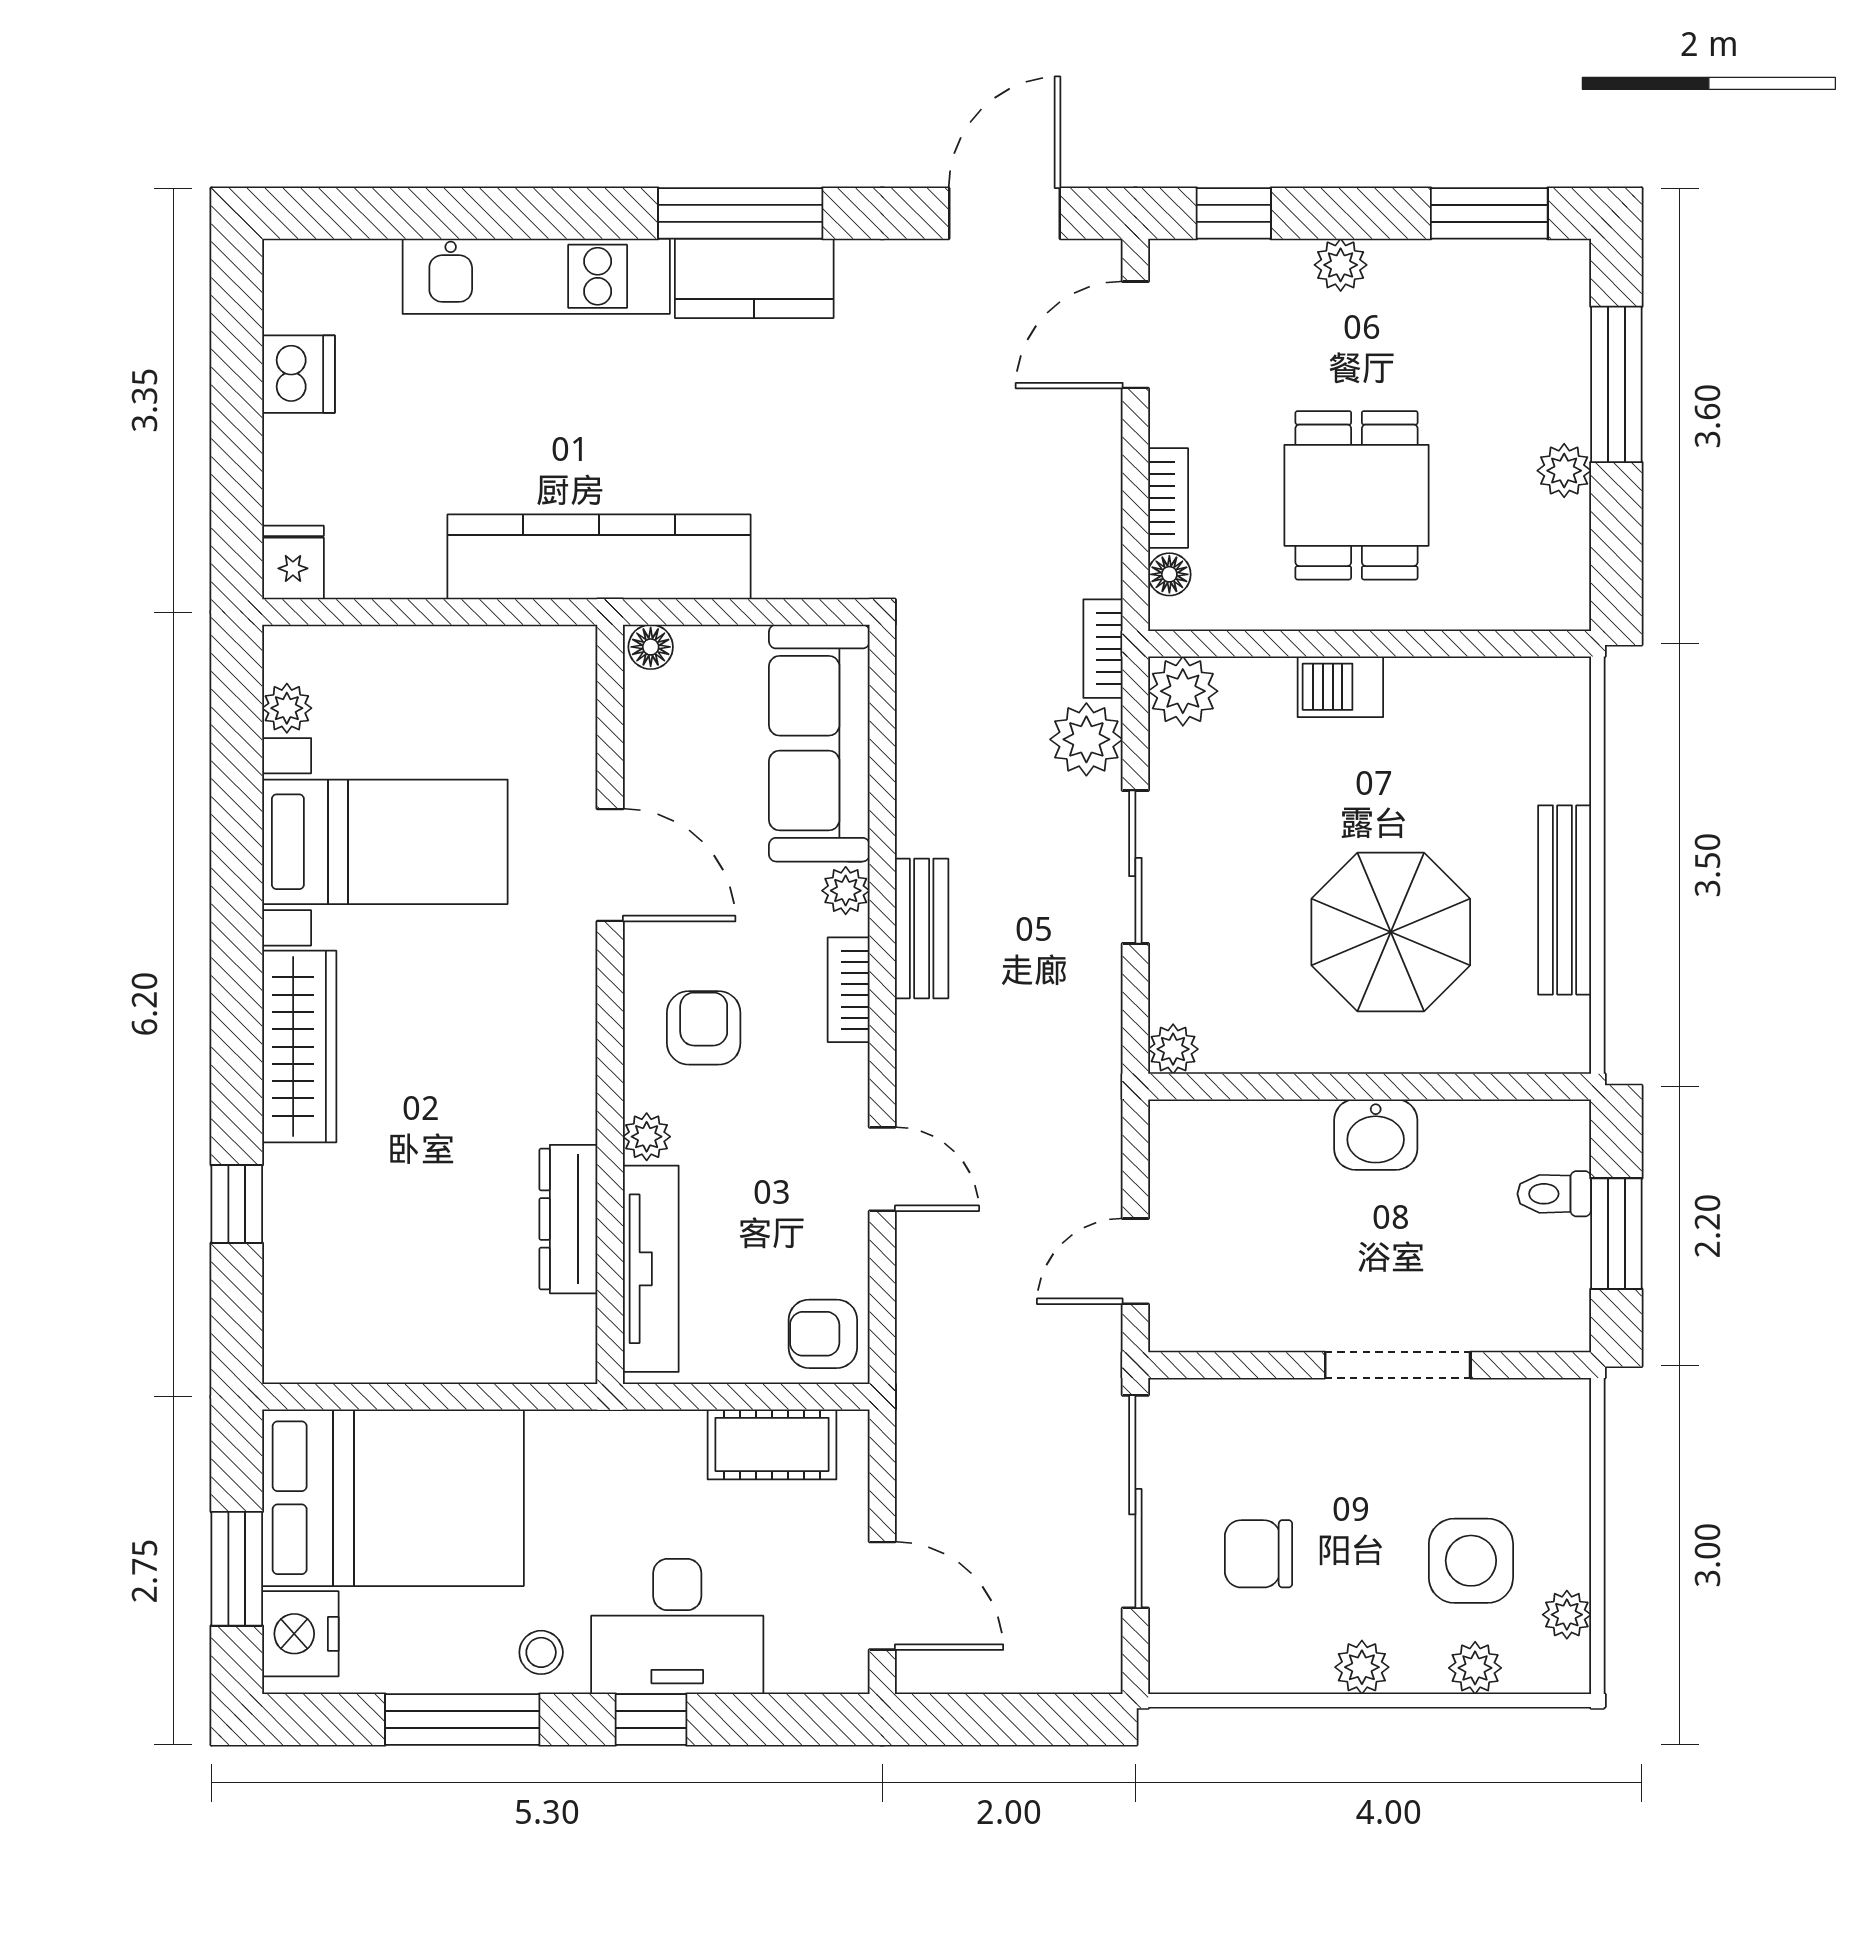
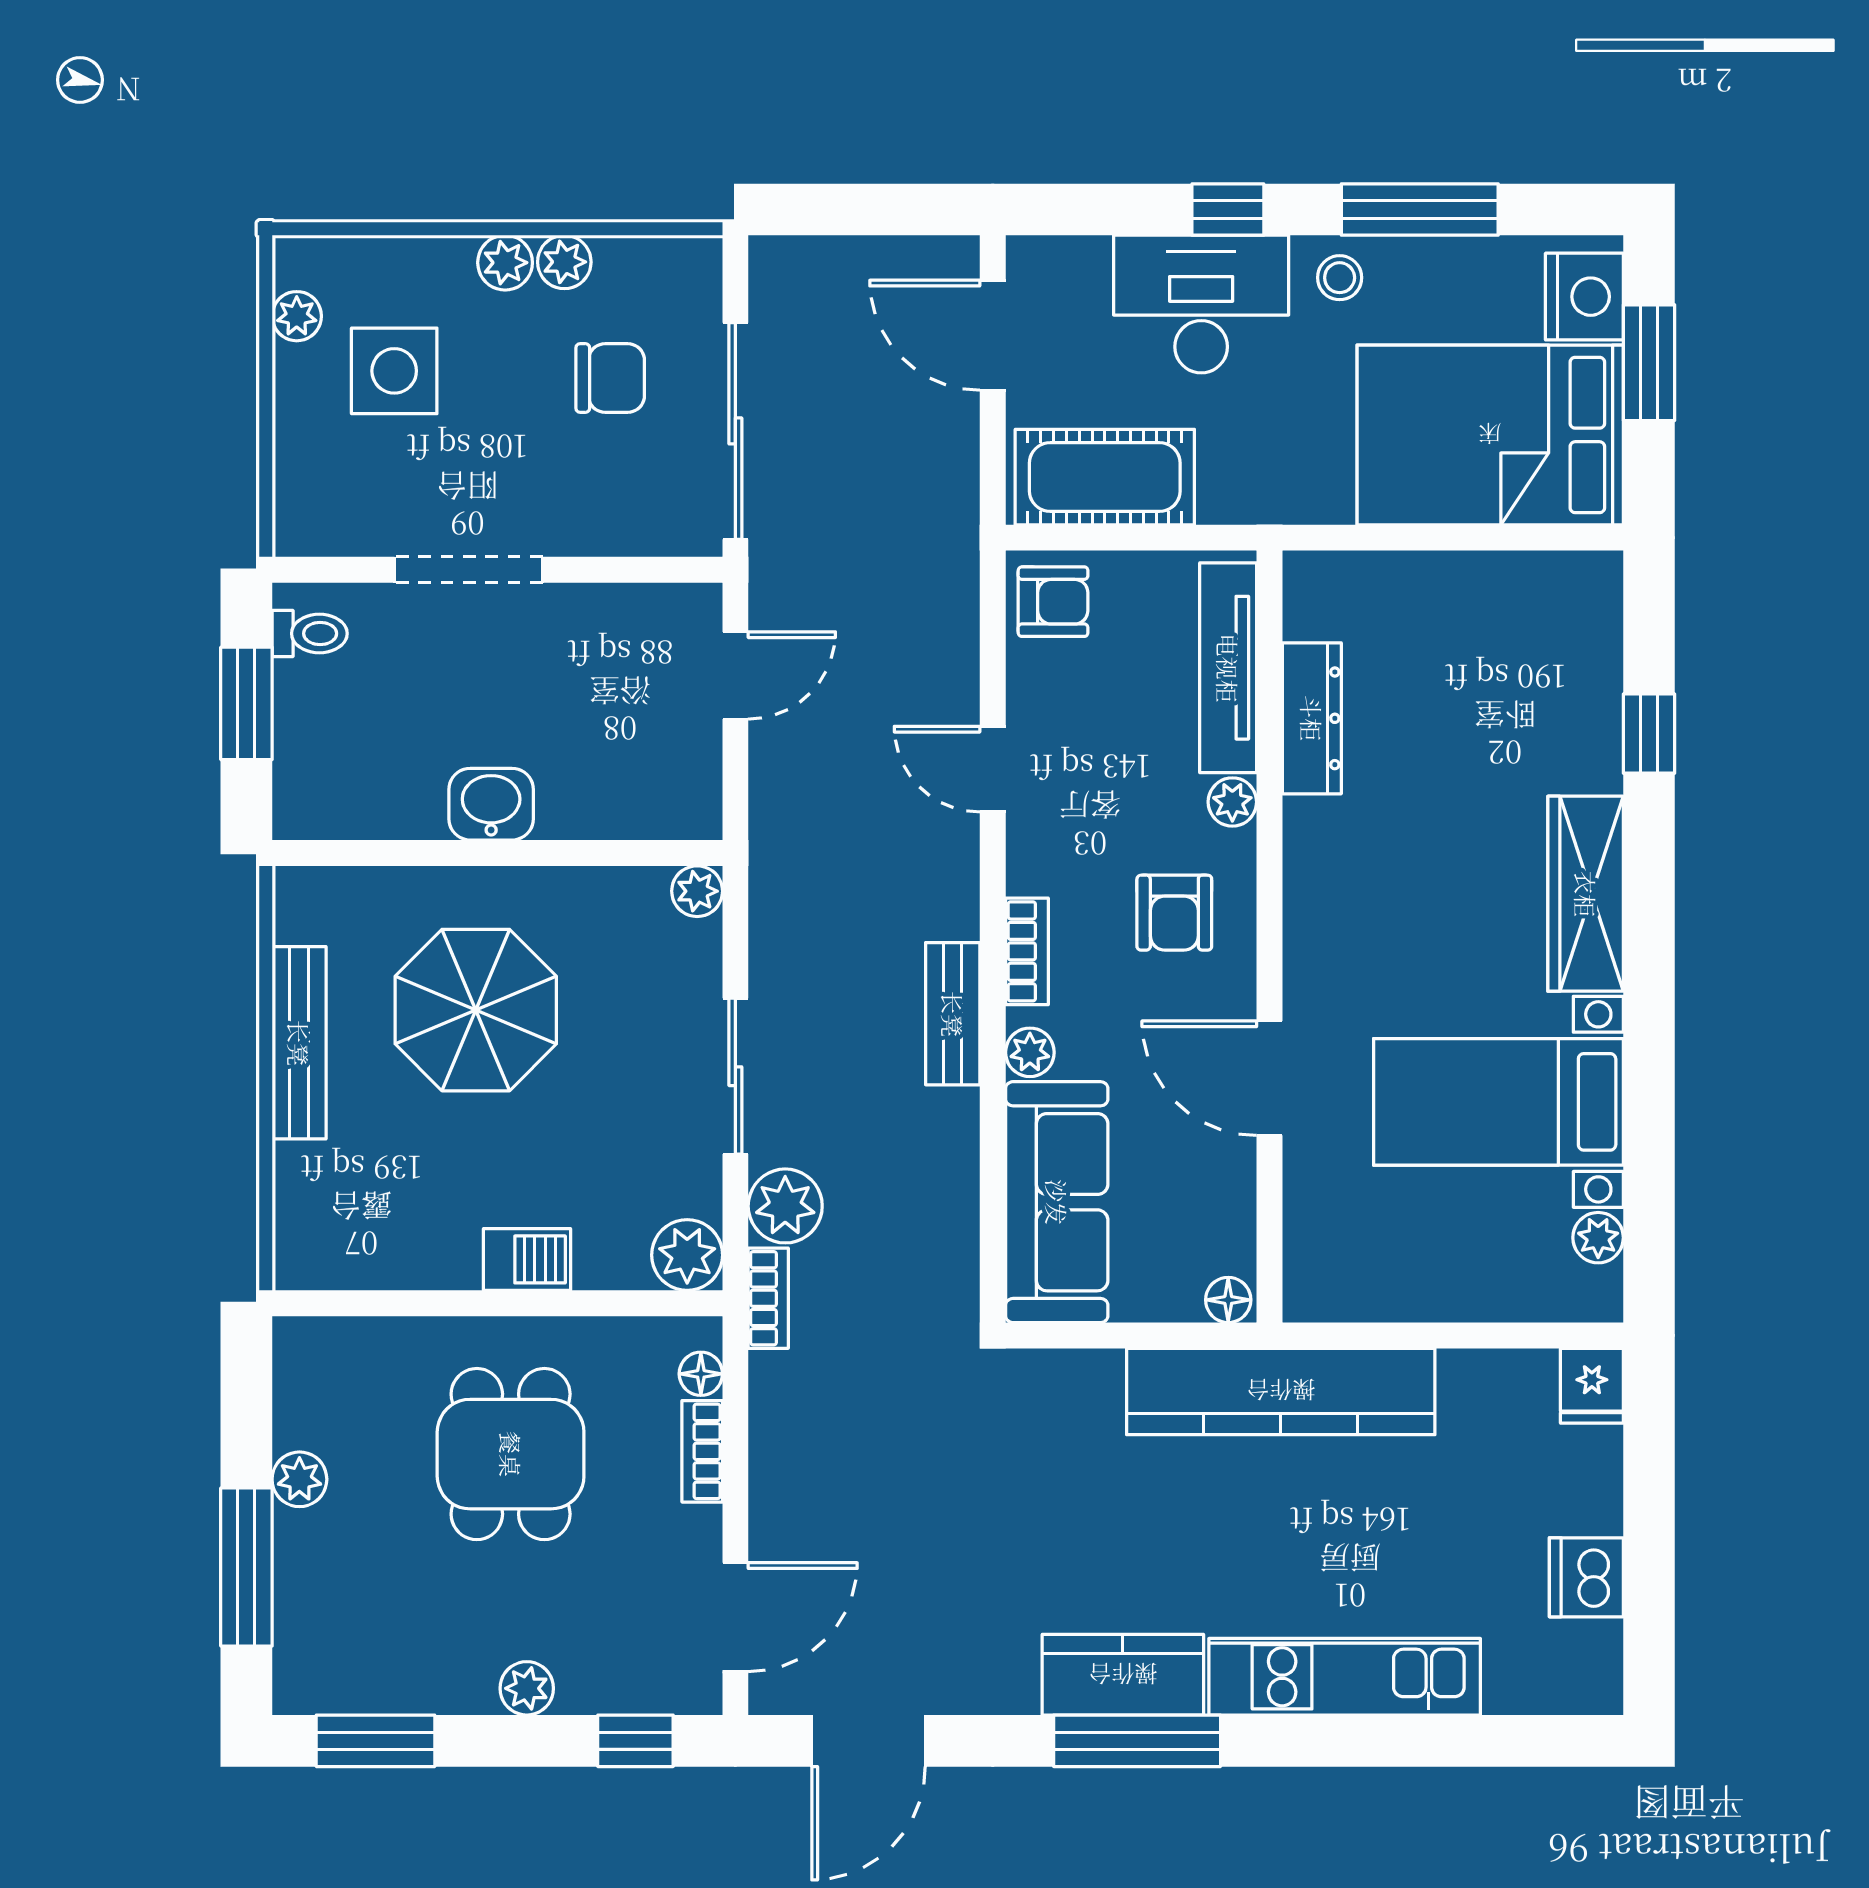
toilet: (1554, 1194) -> (310, 633), moved
cot: (772, 1444) -> (1105, 477), width x1.37, depth x1.34
plant: (1475, 1668) -> (564, 262), moved

